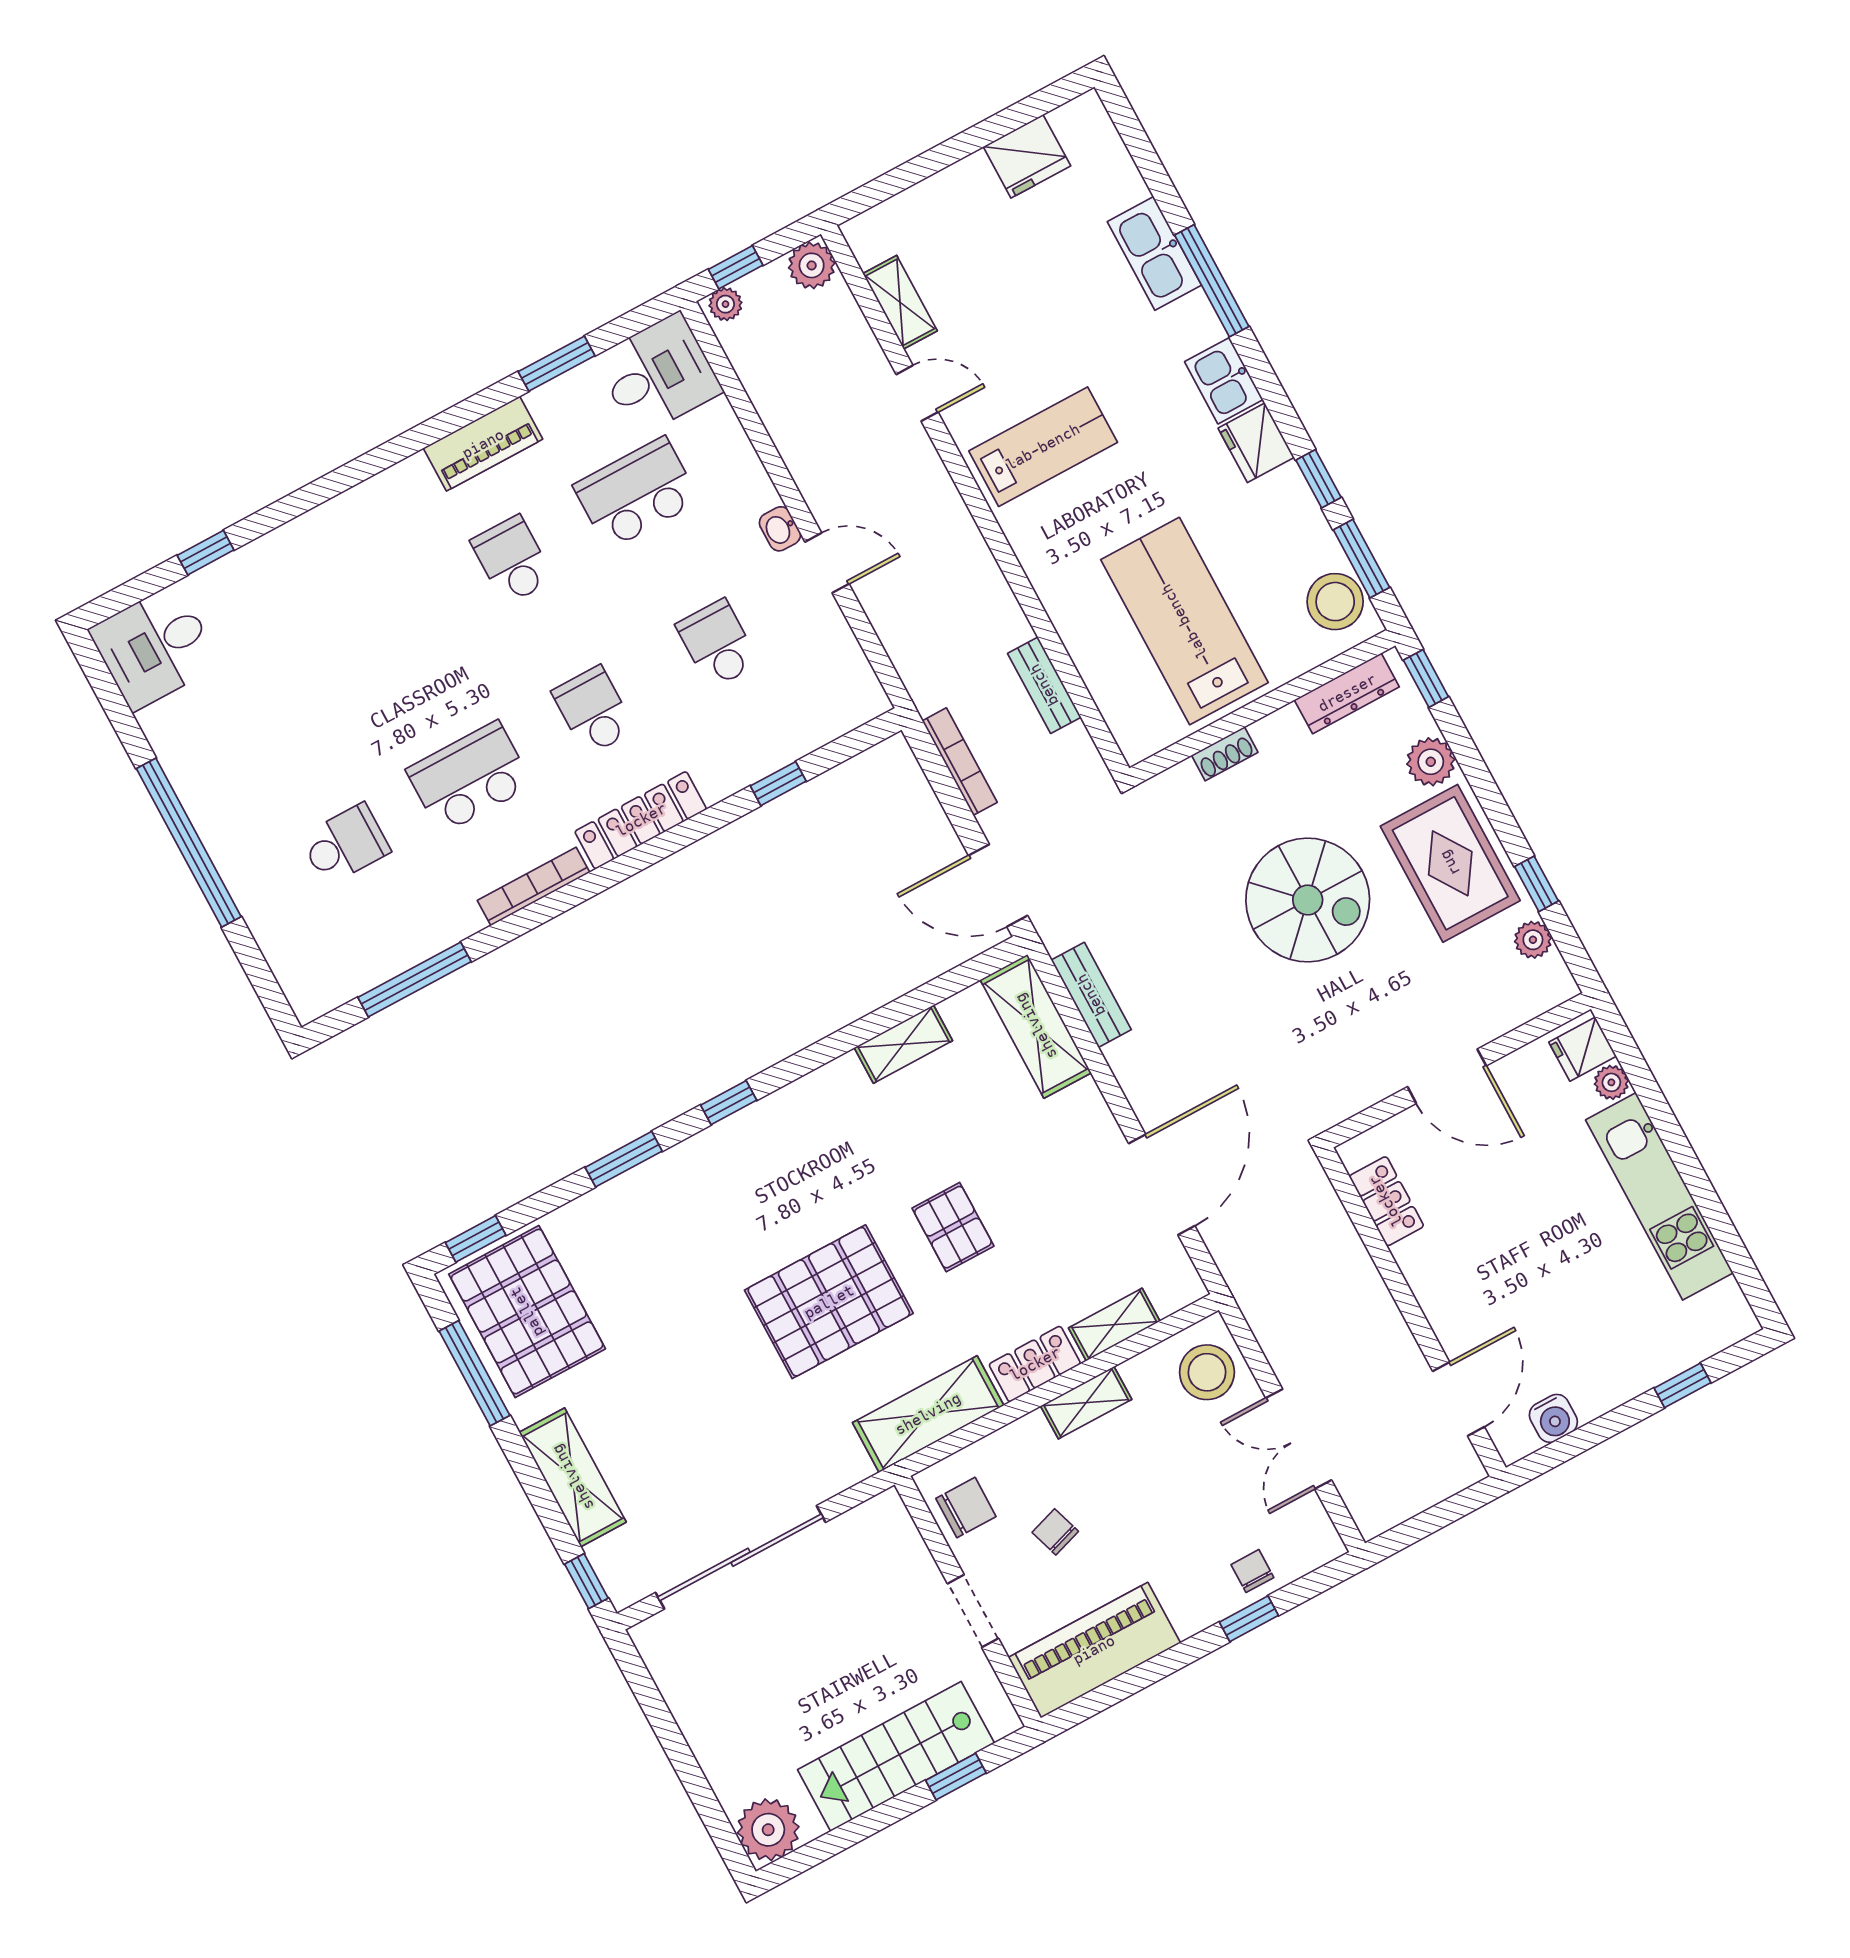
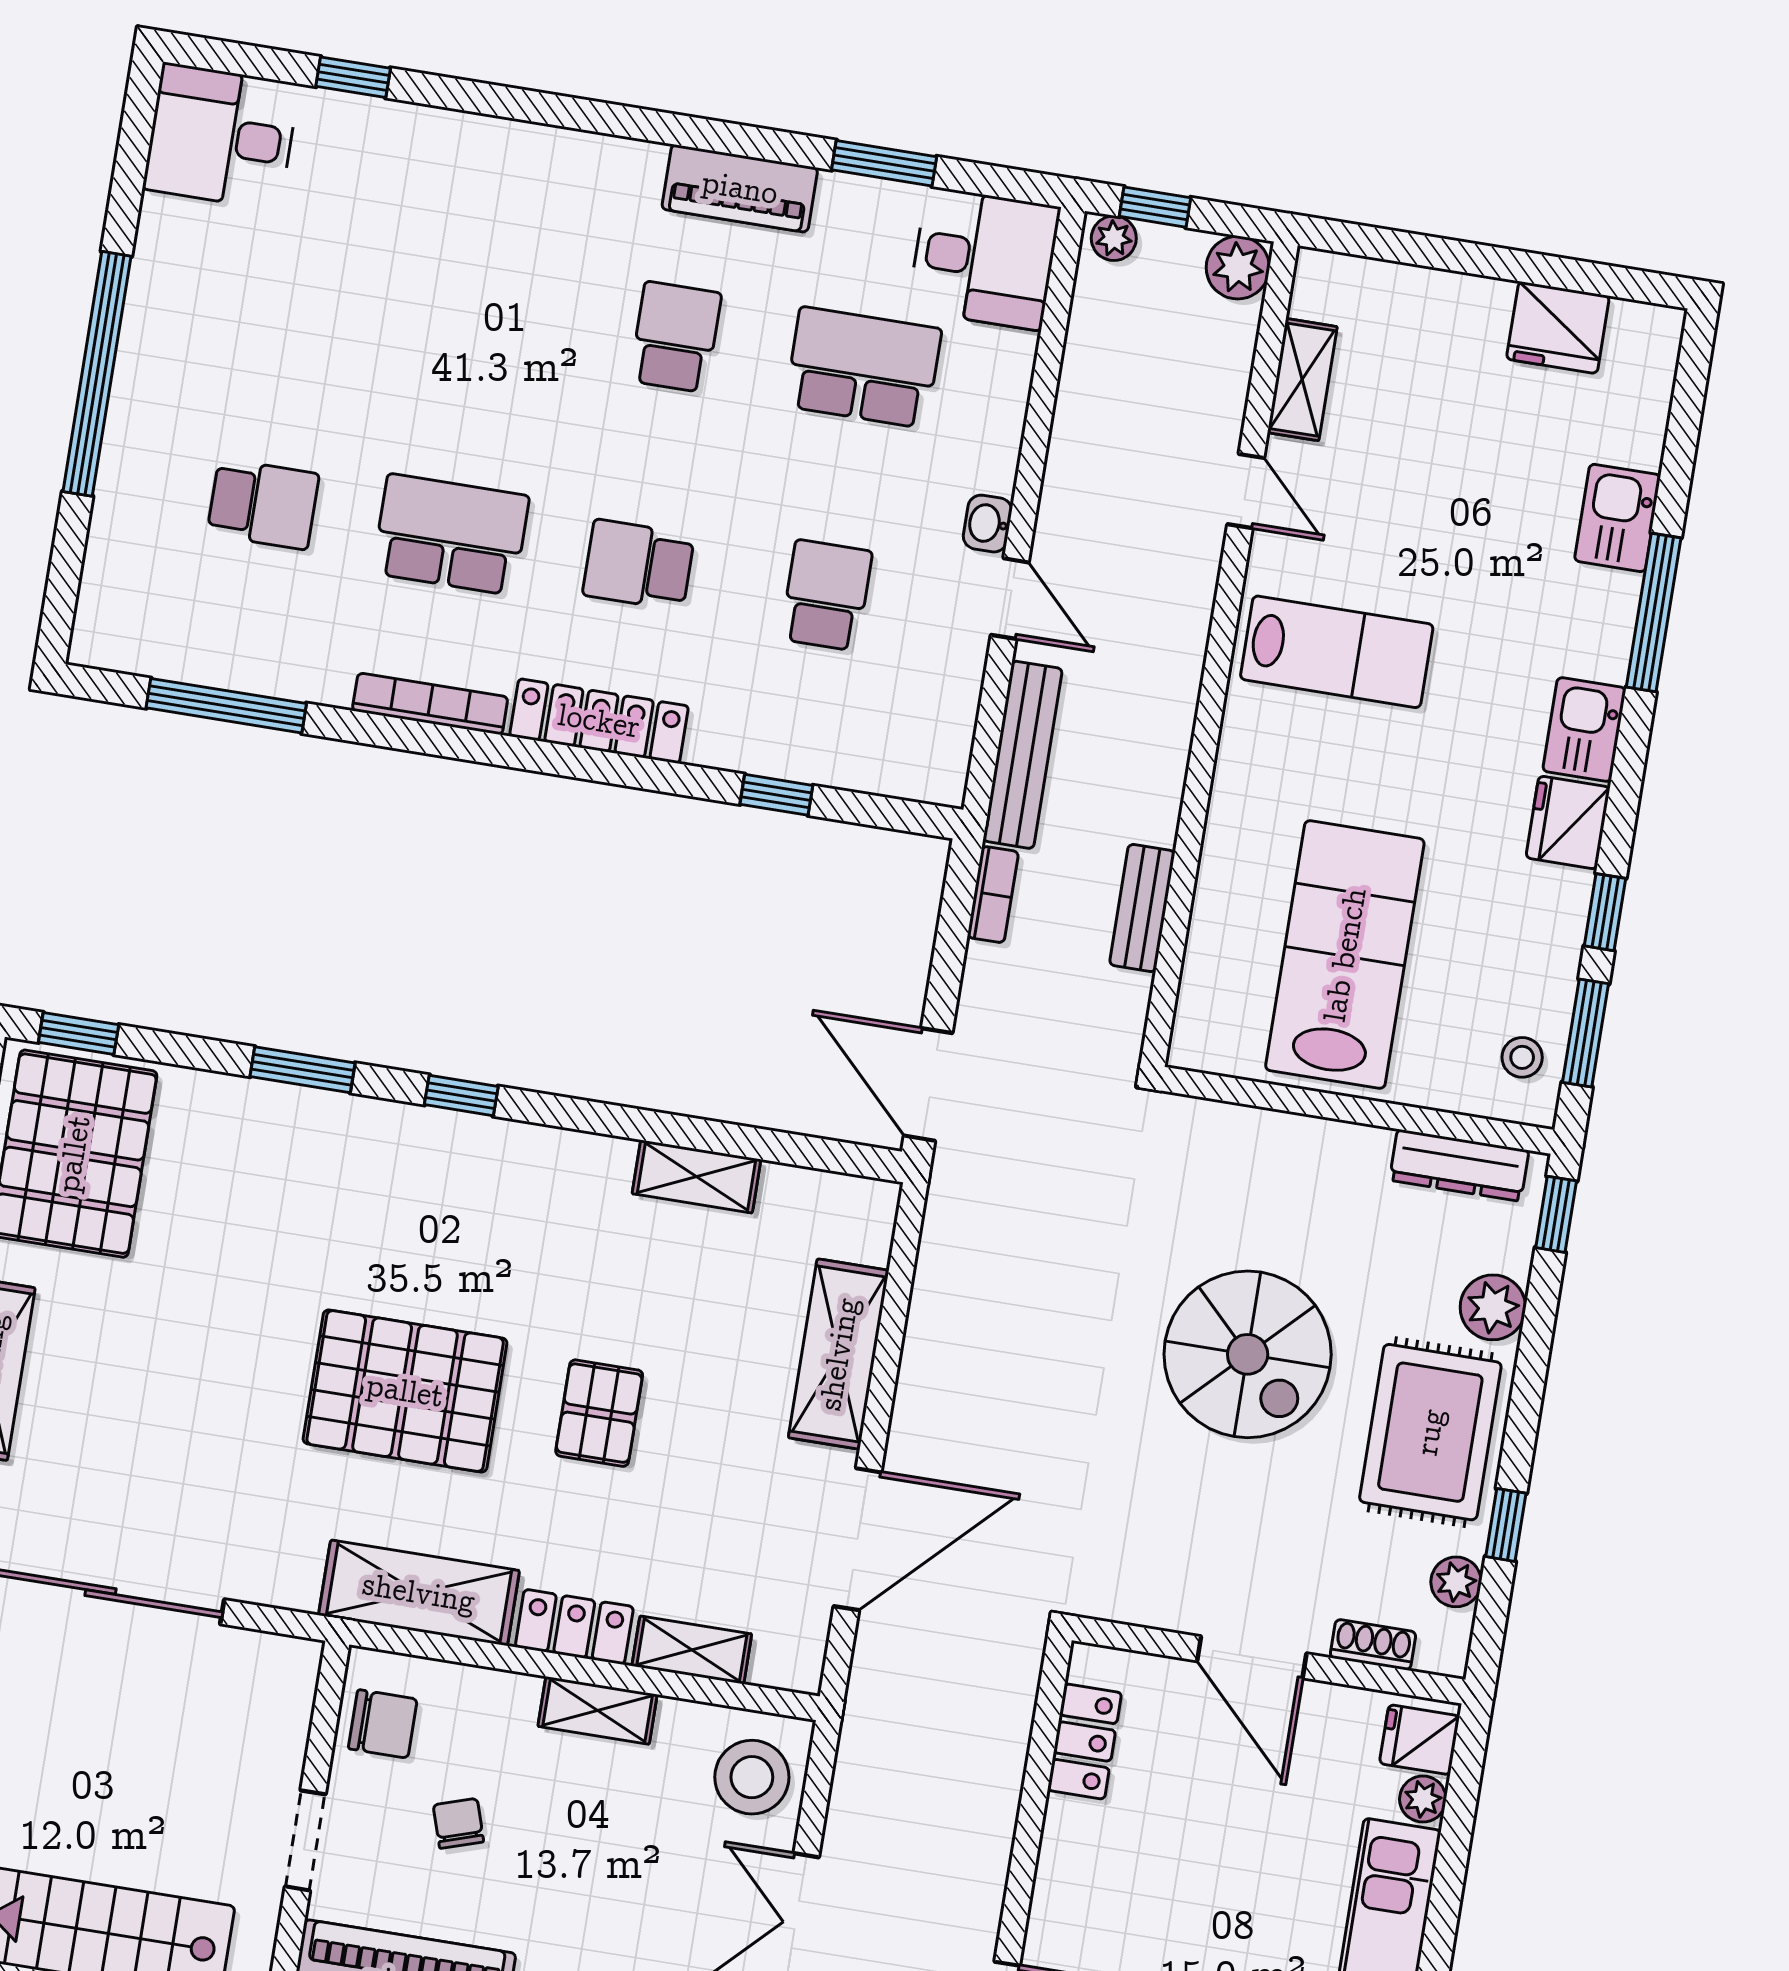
kitchen sink: (1154, 253) -> (1617, 518), width x0.73
stool: (1335, 602) -> (1522, 1057), width x0.53, depth x0.53
school desk: (593, 711) -> (639, 565), turned -90
shoe rack: (1225, 754) -> (1373, 1645), moved, turned 180
bookcase: (960, 762) -> (993, 895), width x0.64
bench: (1091, 995) -> (1023, 755), moved, width x1.36
shelving: (1036, 1026) -> (839, 1354), moved

